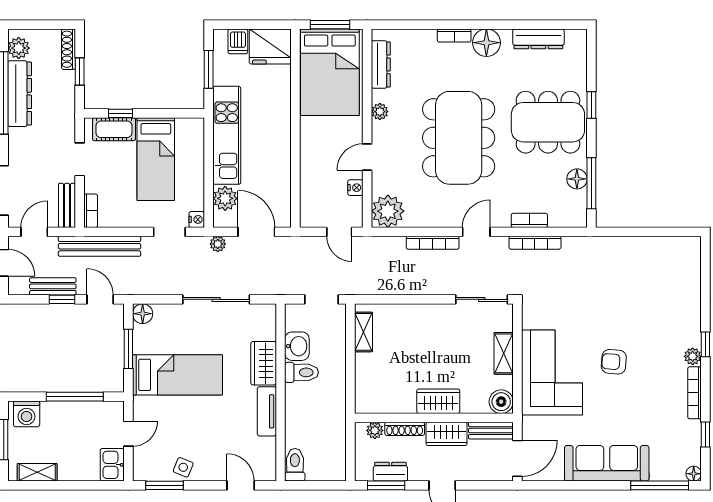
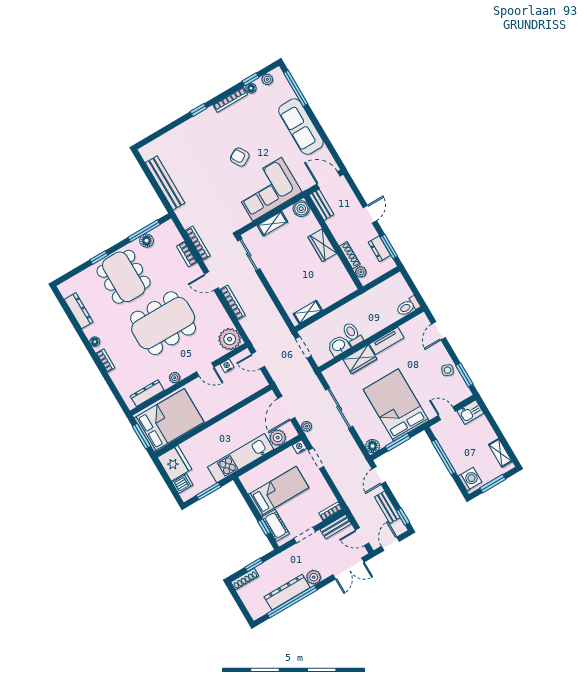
floor lamp: (486, 43) -> (95, 342), width x0.53, depth x0.53
plant: (19, 48) -> (314, 577), moved
door: (339, 232) -> (258, 360), swing flipped
bench: (100, 246) -> (165, 183), moved
window: (62, 299) -> (403, 517), moved
plant: (693, 356) -> (267, 79), moved
armchair: (614, 362) -> (240, 157), turned 146
bed: (177, 375) -> (396, 405), width x1.50
wardrobe: (447, 434) -> (338, 229), removed
floor lamp: (694, 474) -> (251, 88), moved

